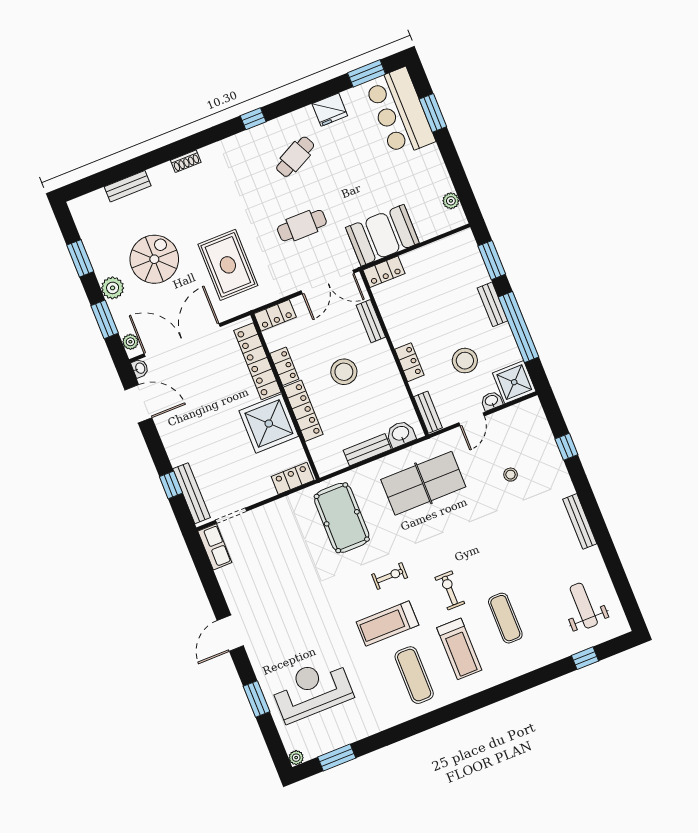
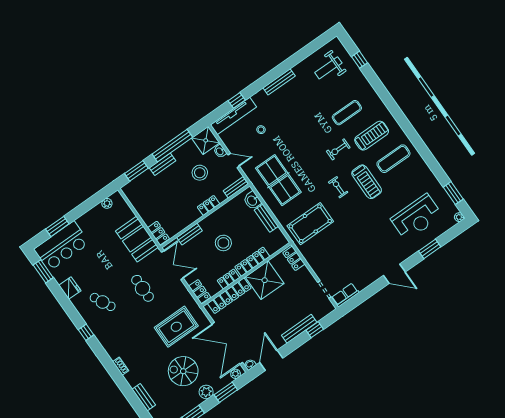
tv unit: (543, 436) -> (233, 116), added
bench: (191, 493) -> (299, 329), moved
reception desk: (312, 690) -> (417, 217), turned -90

